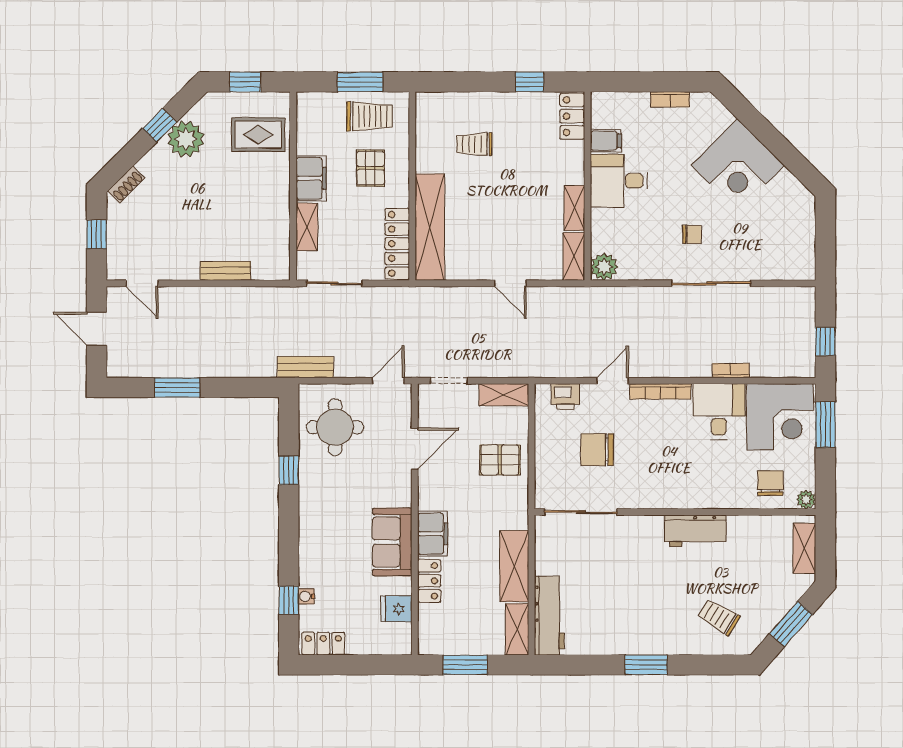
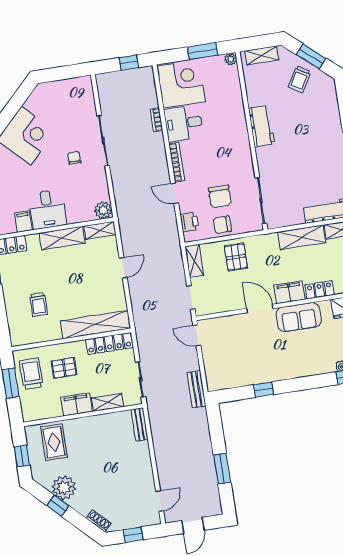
shelving: (574, 208) -> (62, 238), width x1.50, depth x1.33
bench: (226, 271) -> (140, 425), moved
window: (825, 425) -> (203, 51), moved
round table: (335, 427) -> (232, 365), removed
door: (415, 449) -> (260, 308), moved
chair: (770, 483) -> (222, 225), moved
trolley: (719, 617) -> (300, 79), moved

